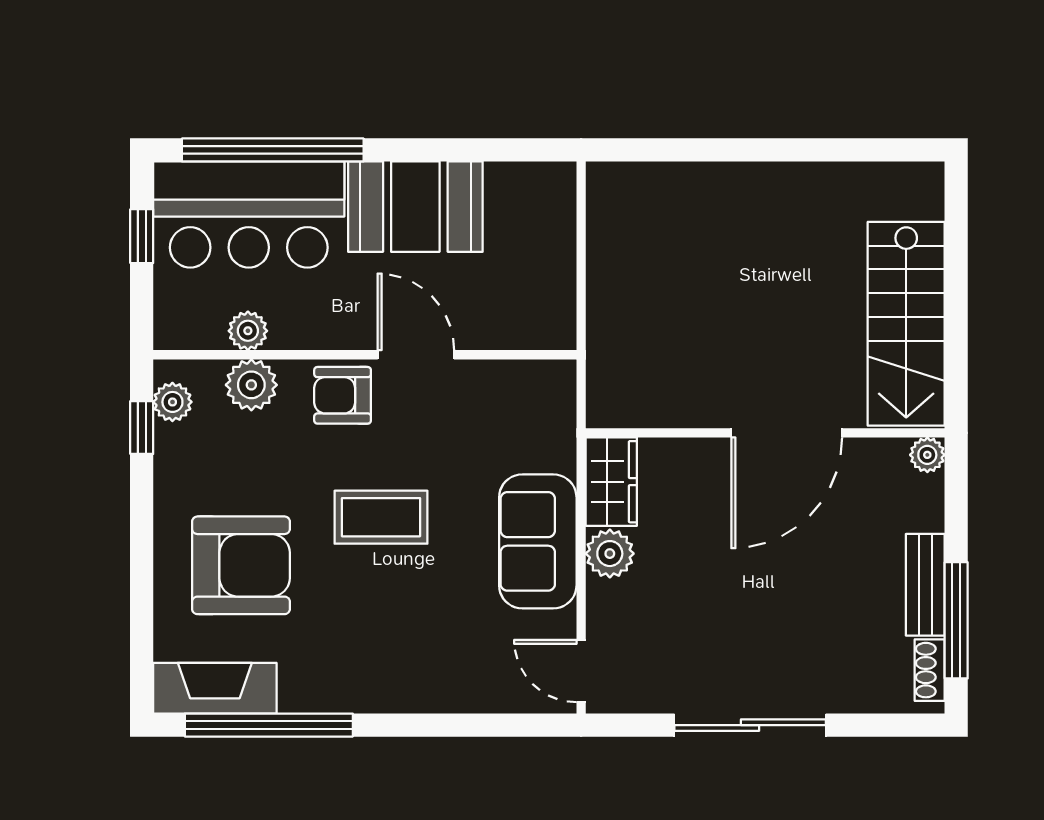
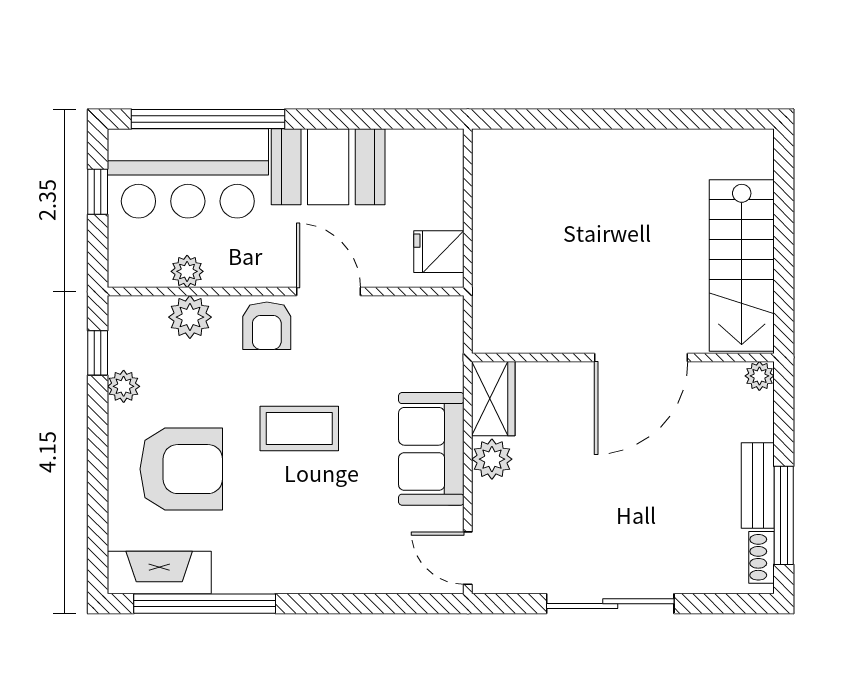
fridge: (547, 307) -> (439, 252), added
armchair: (343, 395) -> (267, 326), turned -90
plant: (172, 402) -> (124, 386), moved

